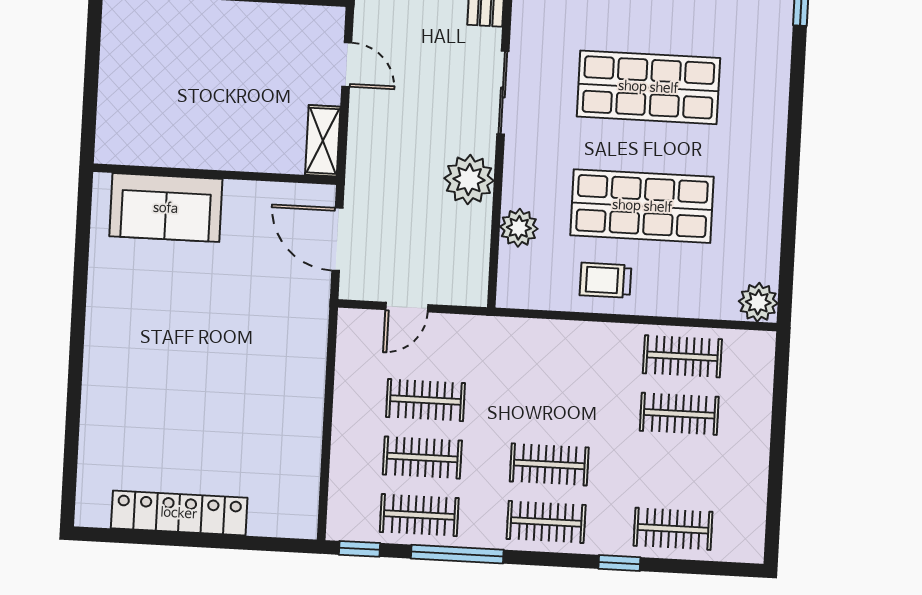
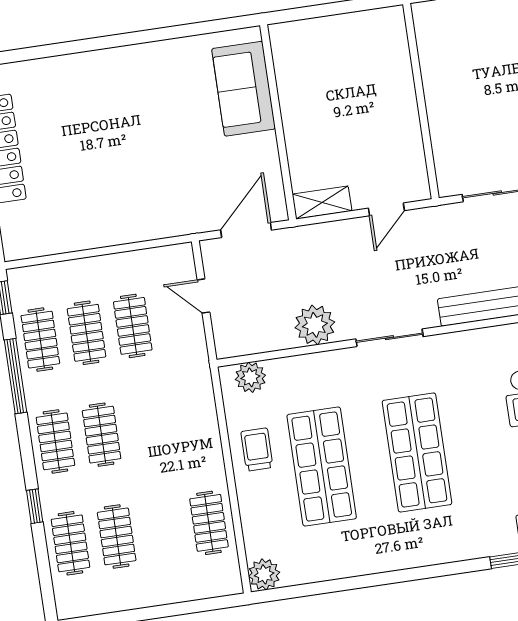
plant: (519, 228) -> (250, 377), moved
clothes rail: (679, 414) -> (117, 536), moved

